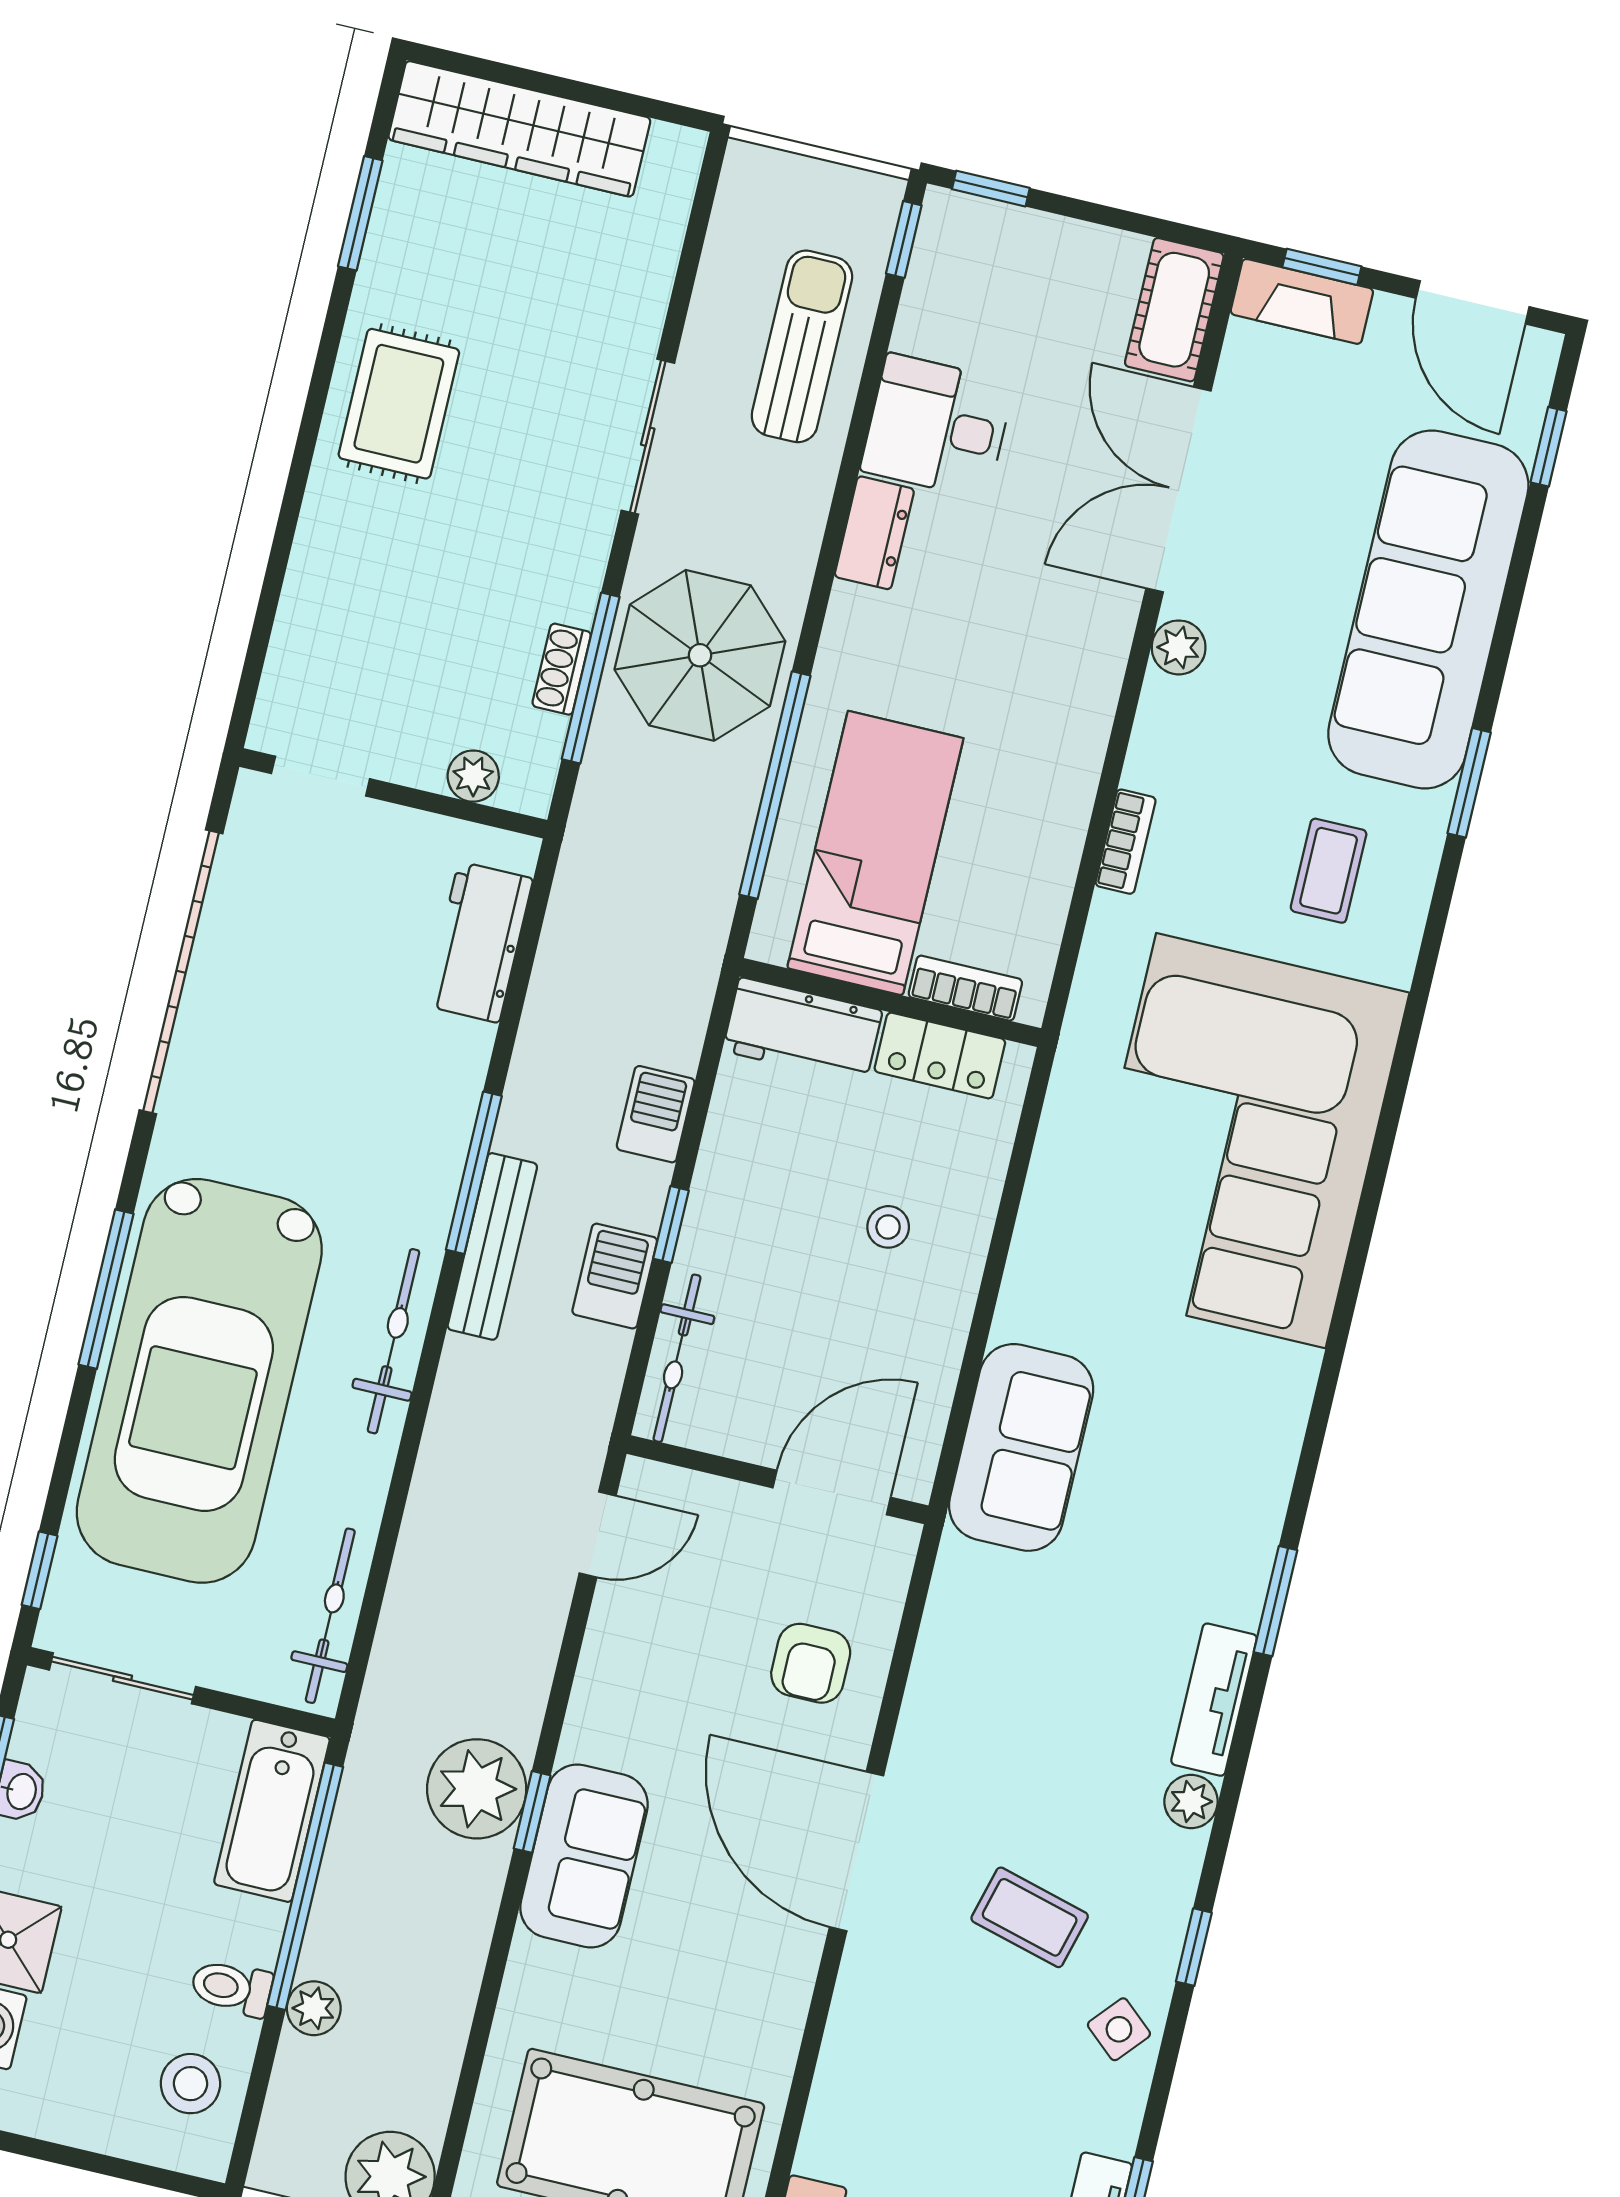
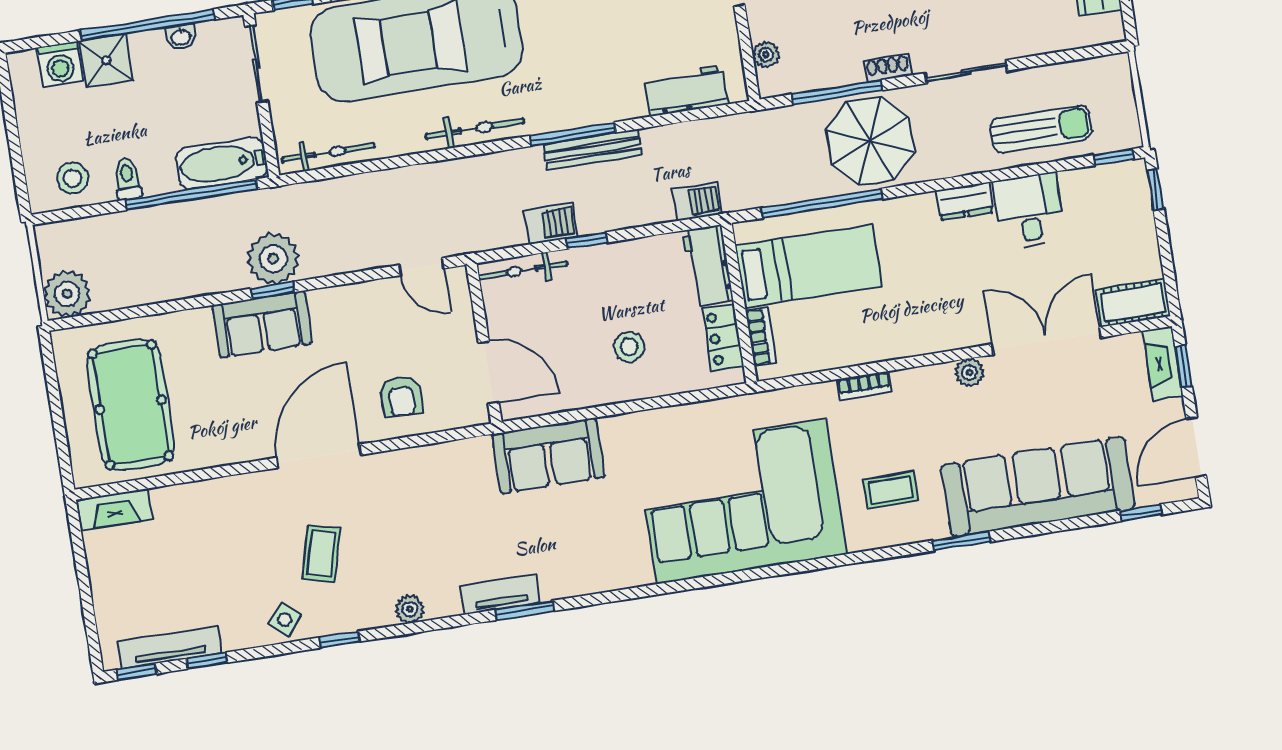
shoe rack: (562, 669) -> (888, 68), moved
barbecue: (656, 1114) -> (697, 202), moved
stool: (888, 1227) -> (629, 347), width x1.37, depth x1.37
bench: (492, 1246) -> (593, 150), moved
armchair: (811, 1663) -> (401, 396), turned -90
tv unit: (1214, 1700) -> (500, 594), moved
plant: (314, 2008) -> (134, 223), removed

